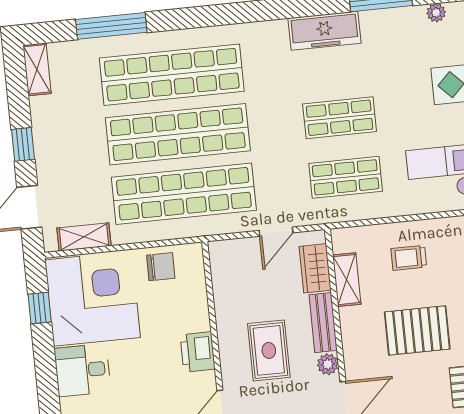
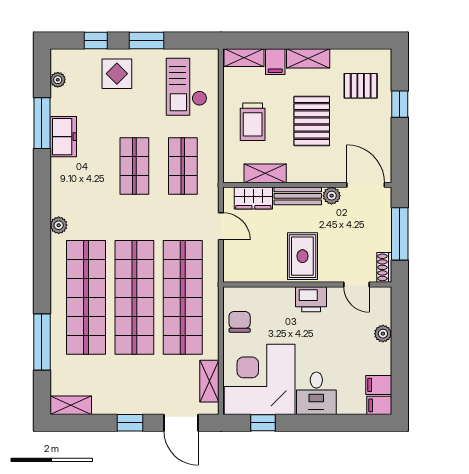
freezer: (324, 31) -> (63, 137), moved, width x0.71
plant: (257, 32) -> (59, 225), added
trolley: (409, 258) -> (253, 122), width x1.36, depth x1.39
rug: (269, 350) -> (302, 256), moved, turned 90

